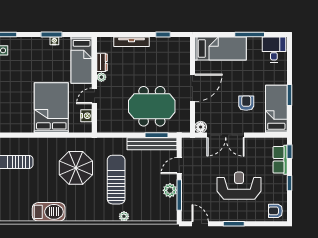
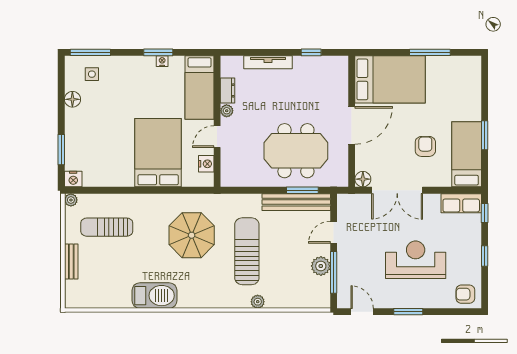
bed: (220, 49) -> (390, 79), width x1.50
desk: (274, 50) -> (463, 73), removed
row of seats: (280, 160) -> (461, 203), moved, turned -90

